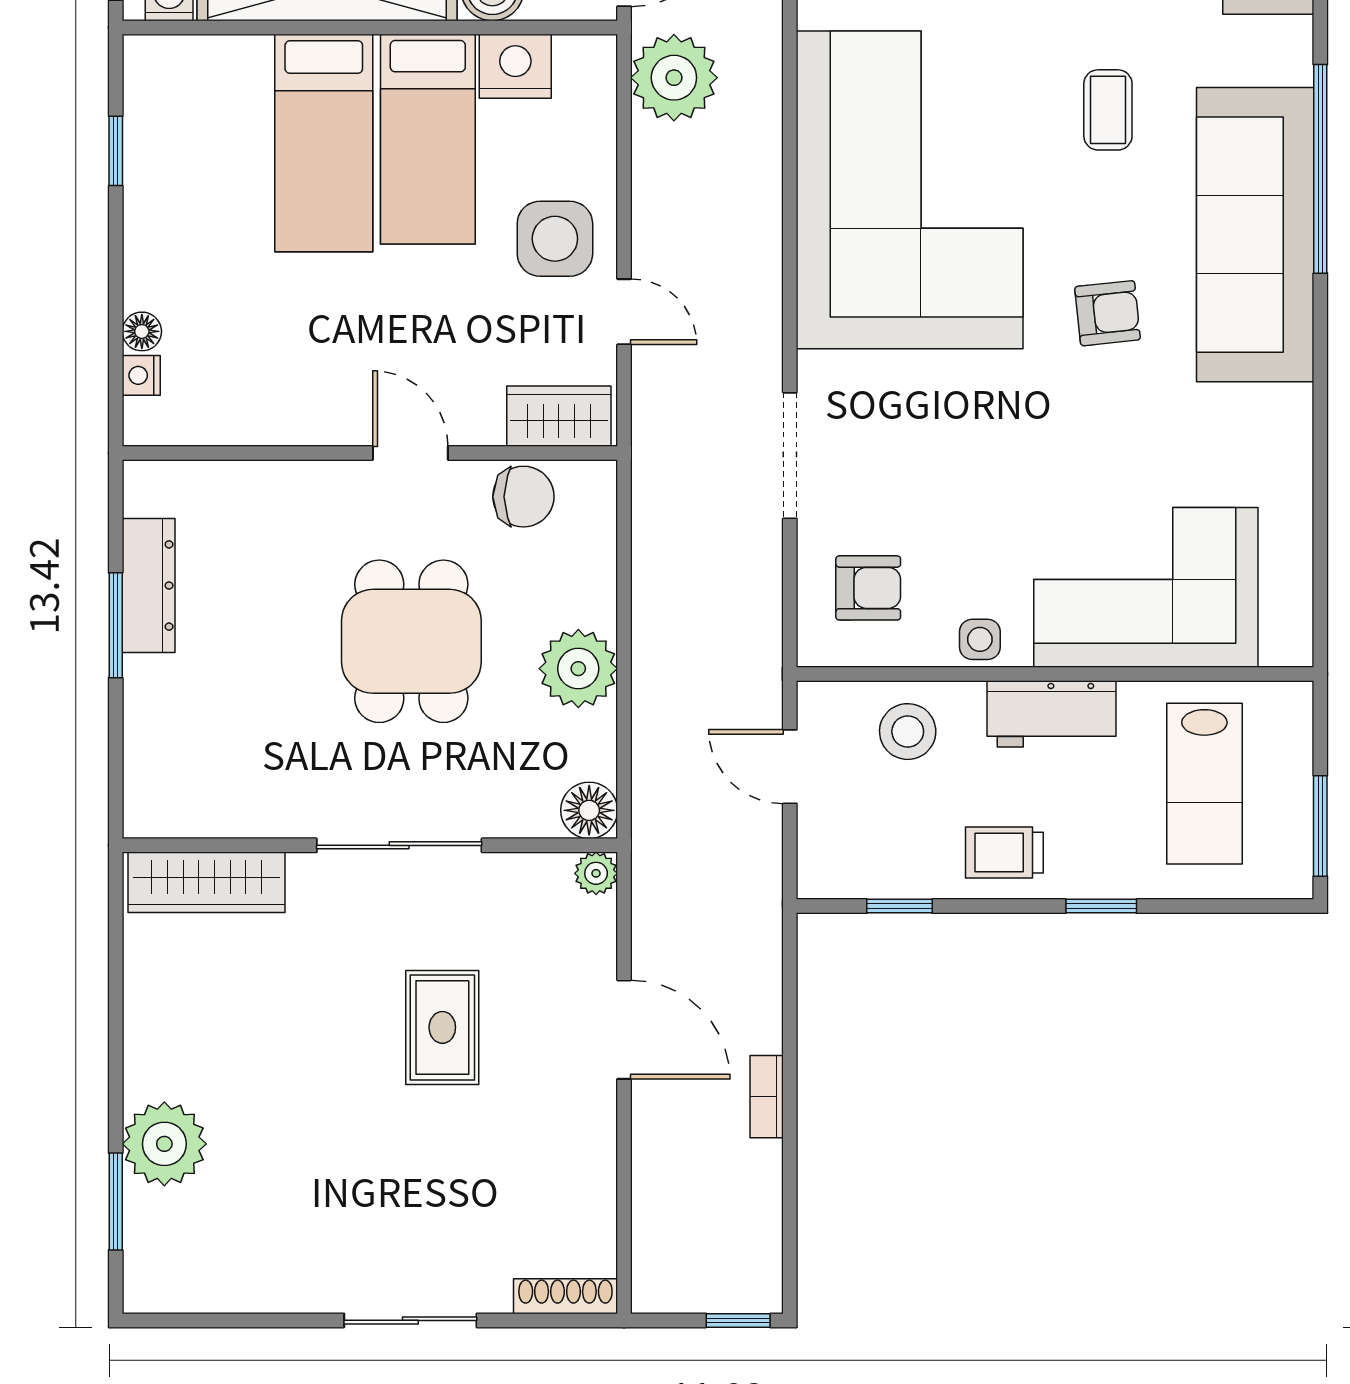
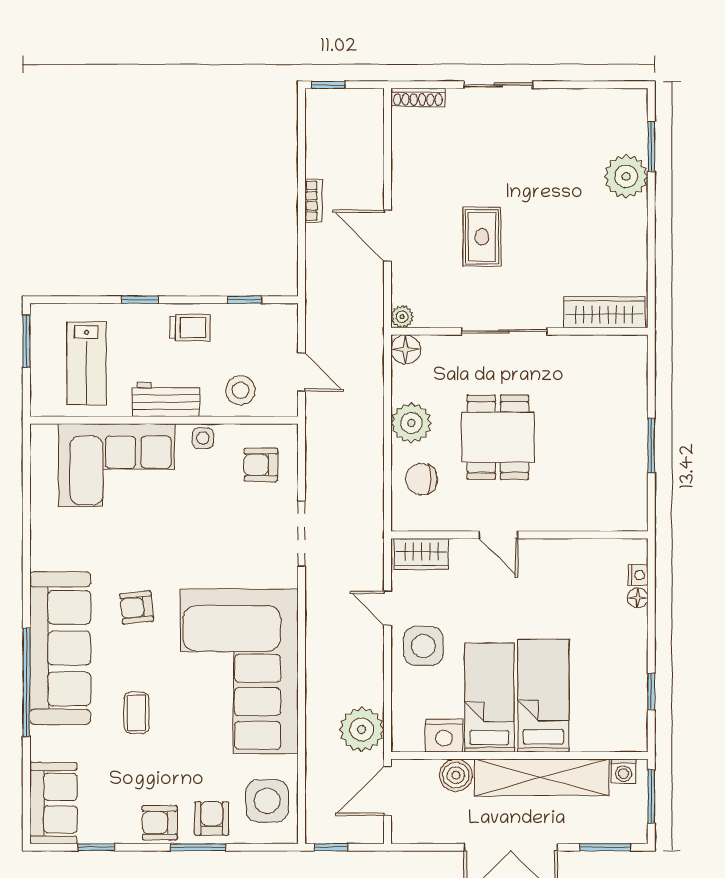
chair: (523, 497) -> (421, 479), moved
dresser: (149, 585) -> (634, 466), removed
lab bench: (1204, 784) -> (86, 363), turned 180

